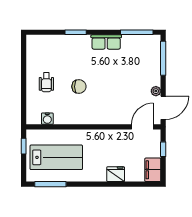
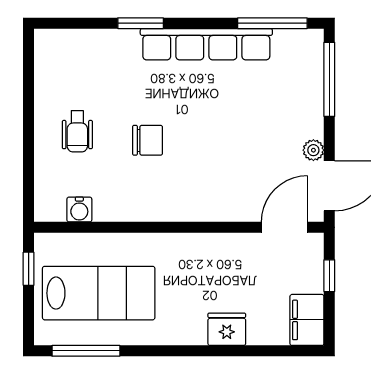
row of seats: (106, 42) -> (206, 44), width x2.02

